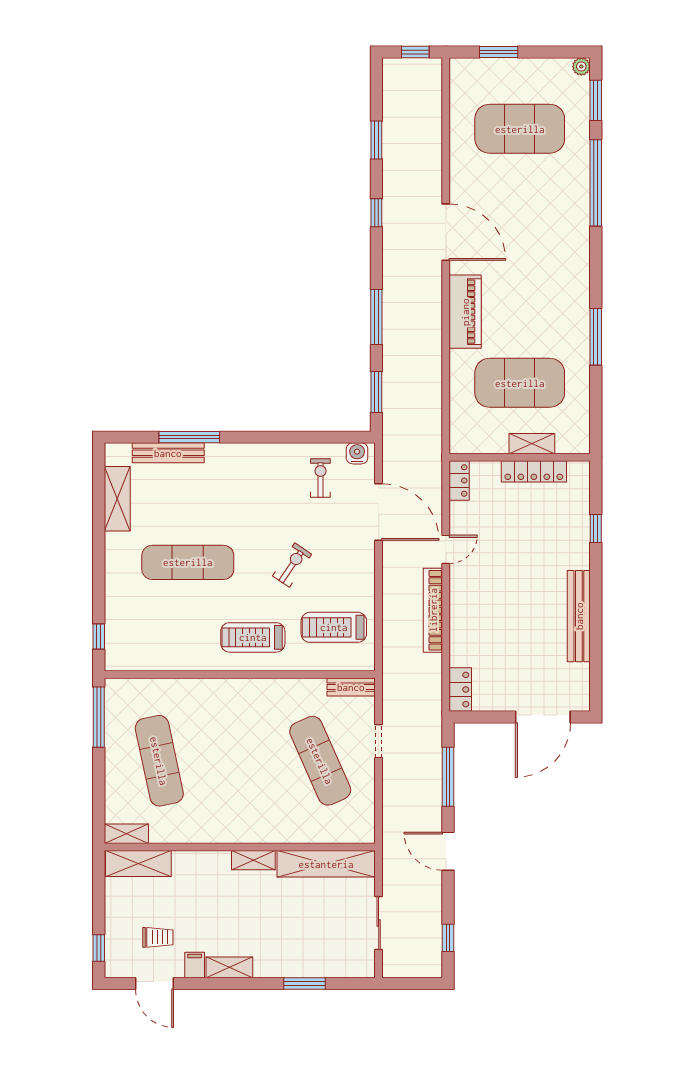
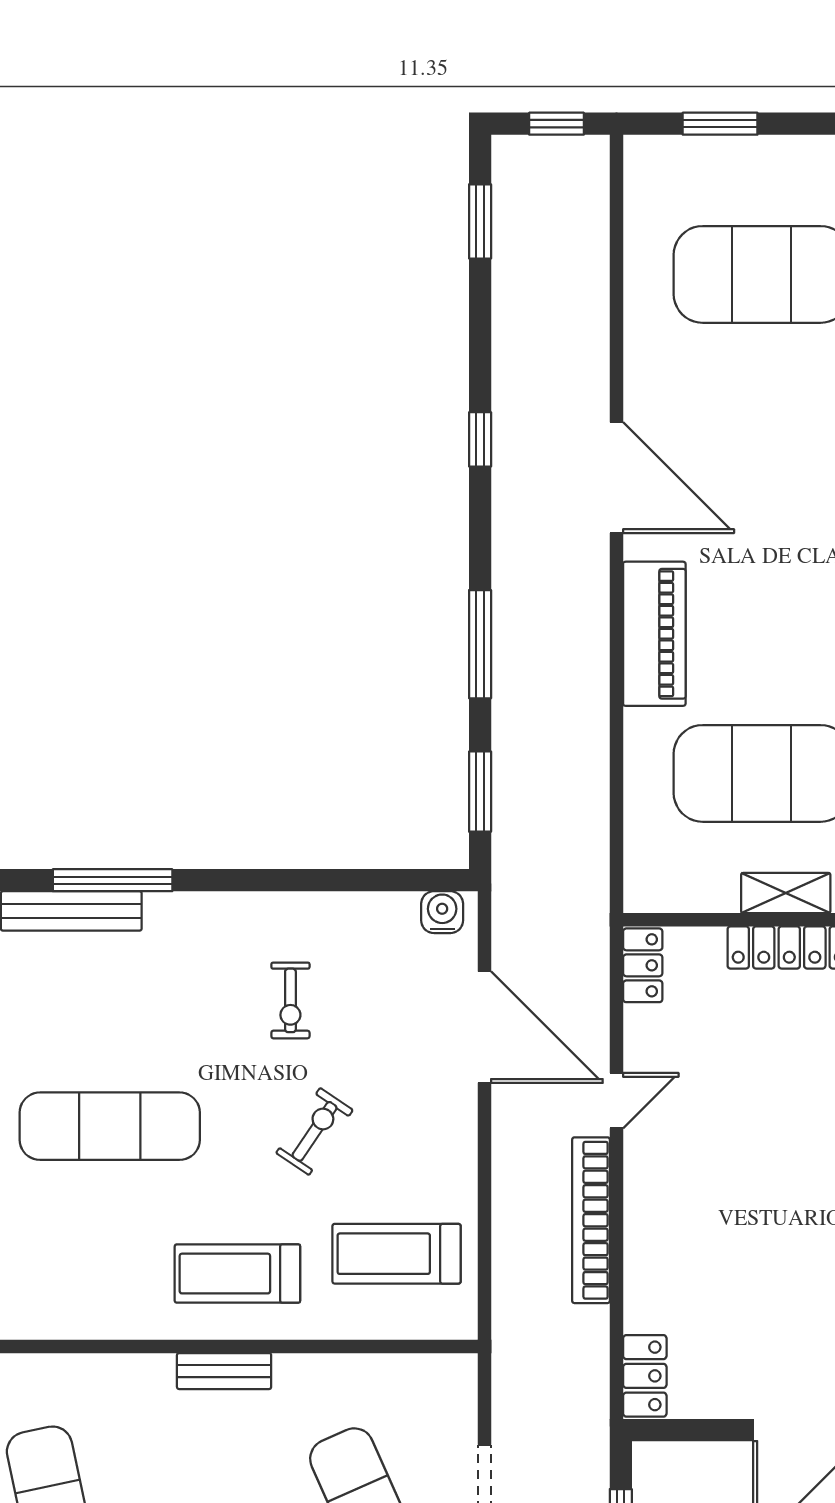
window: (376, 140) -> (480, 221), moved
exercise bike: (320, 478) -> (290, 1000), moved, turned 180
bench: (351, 687) -> (224, 1371), moved

